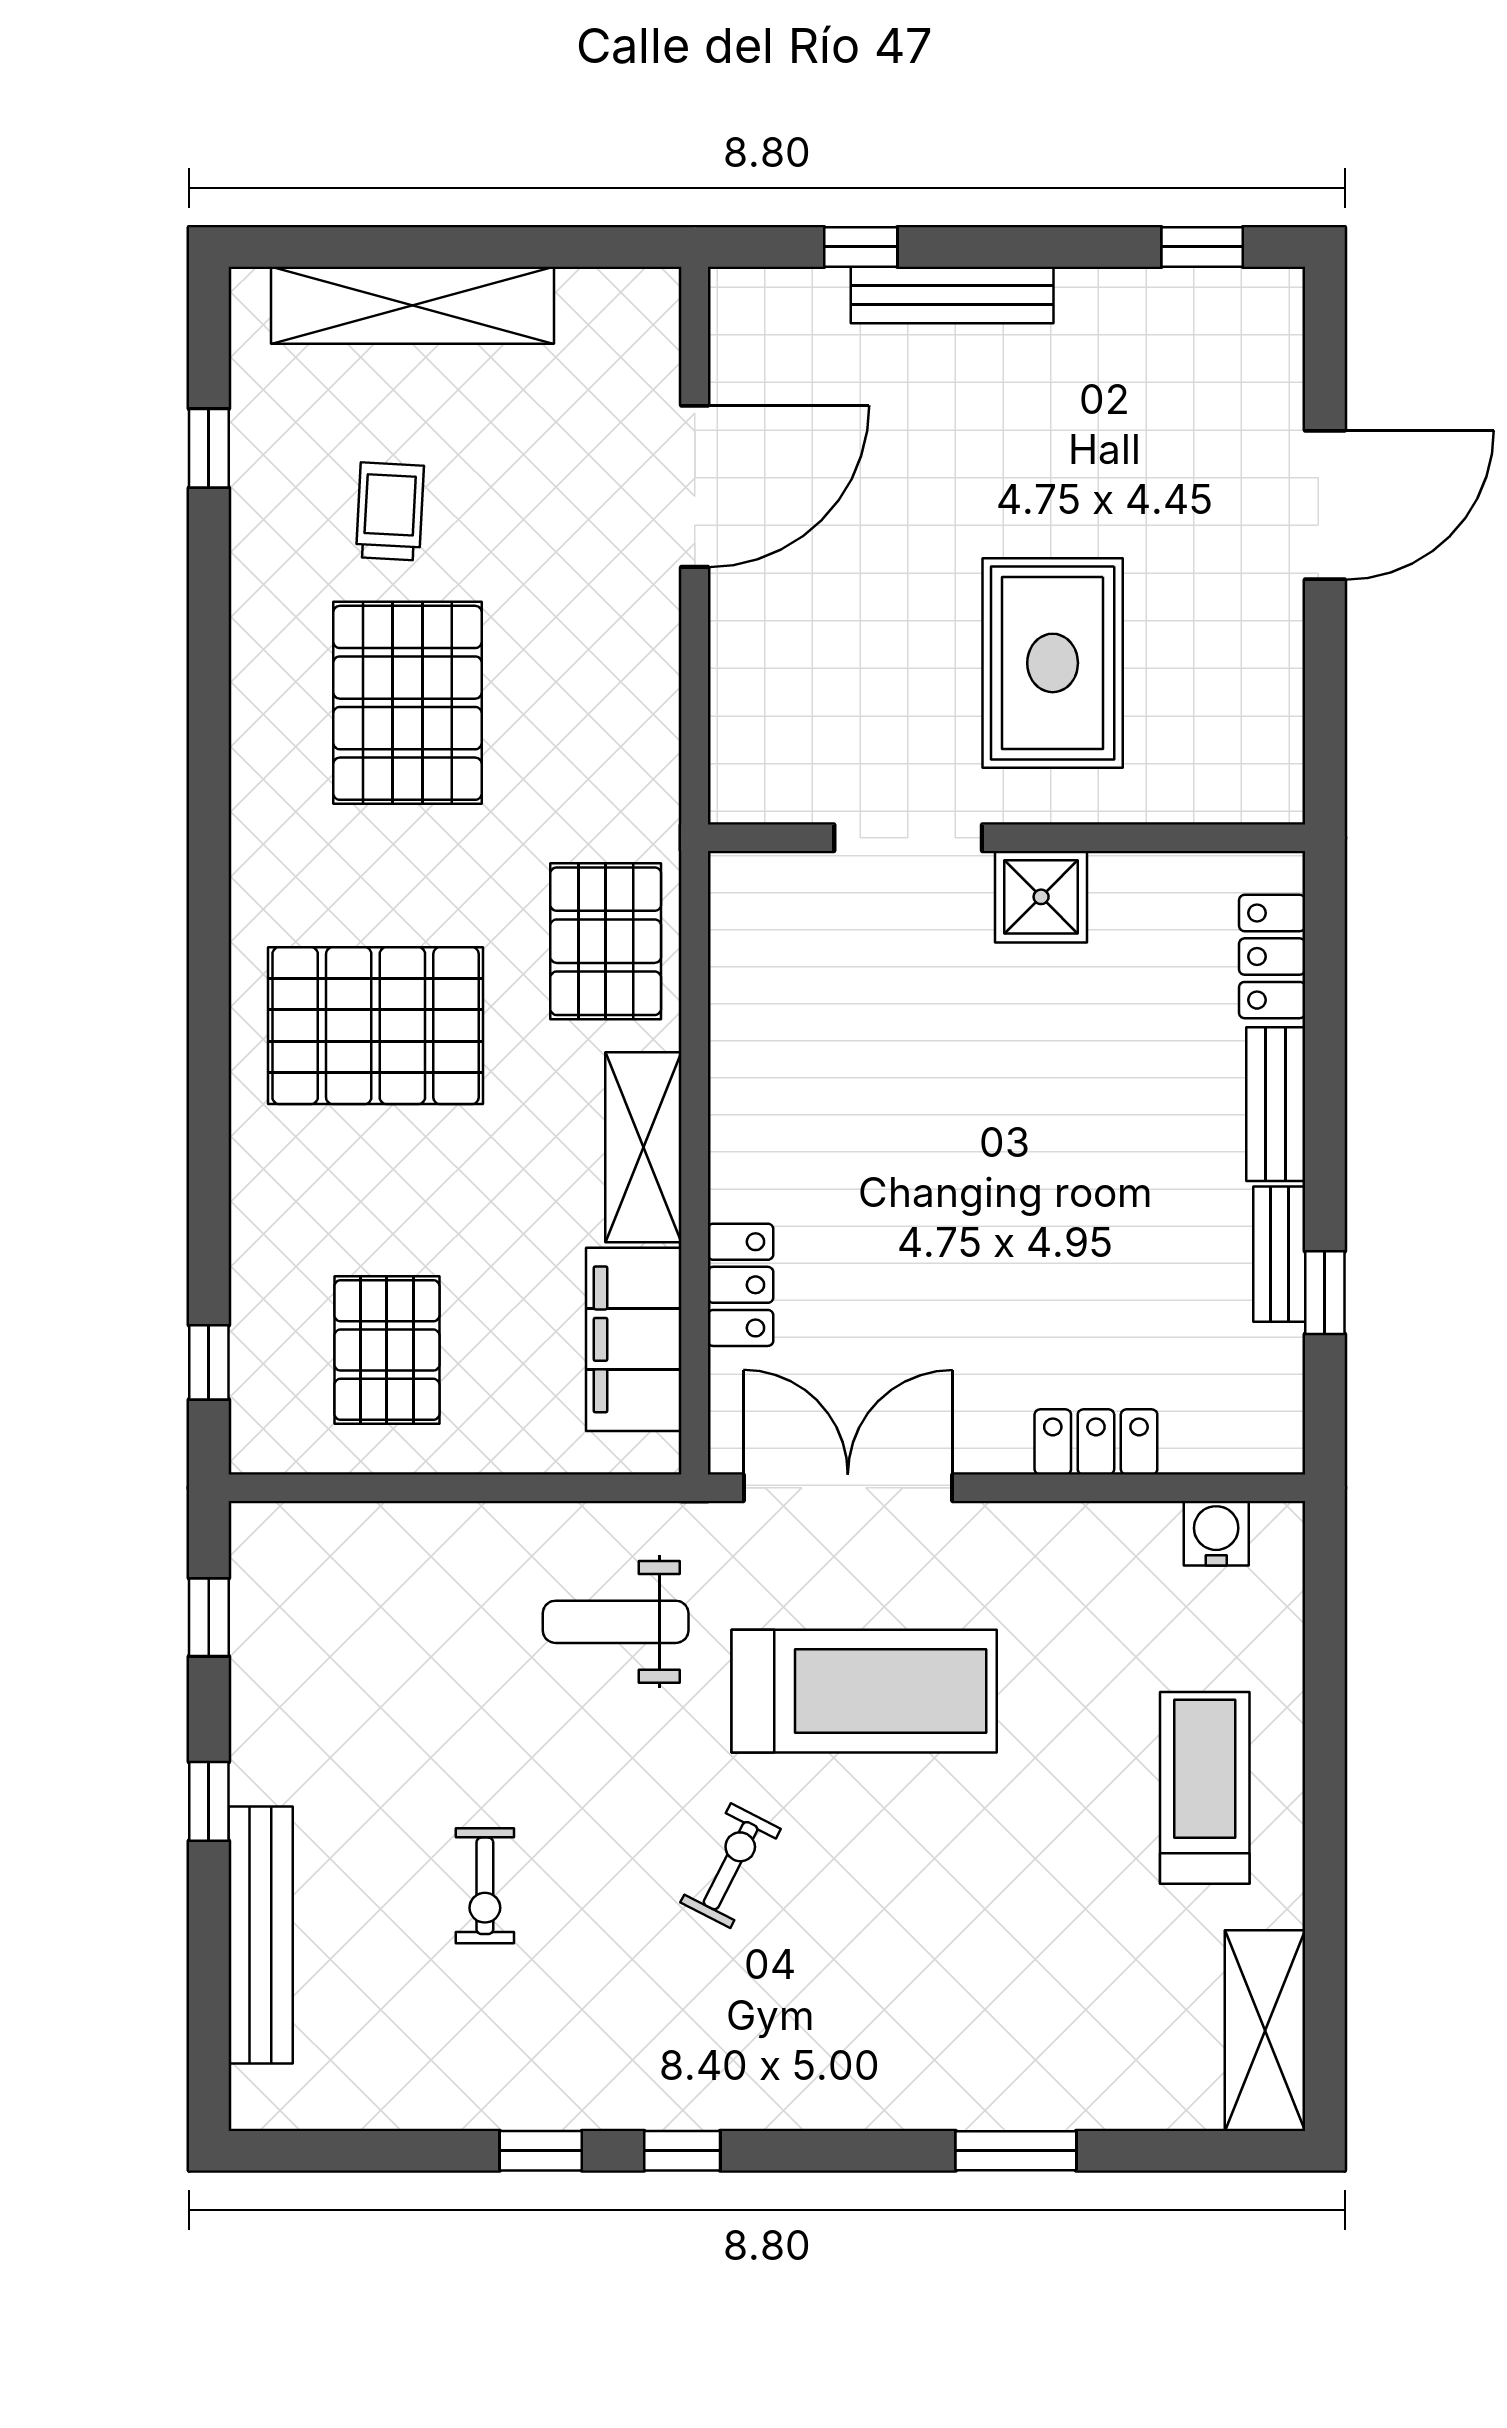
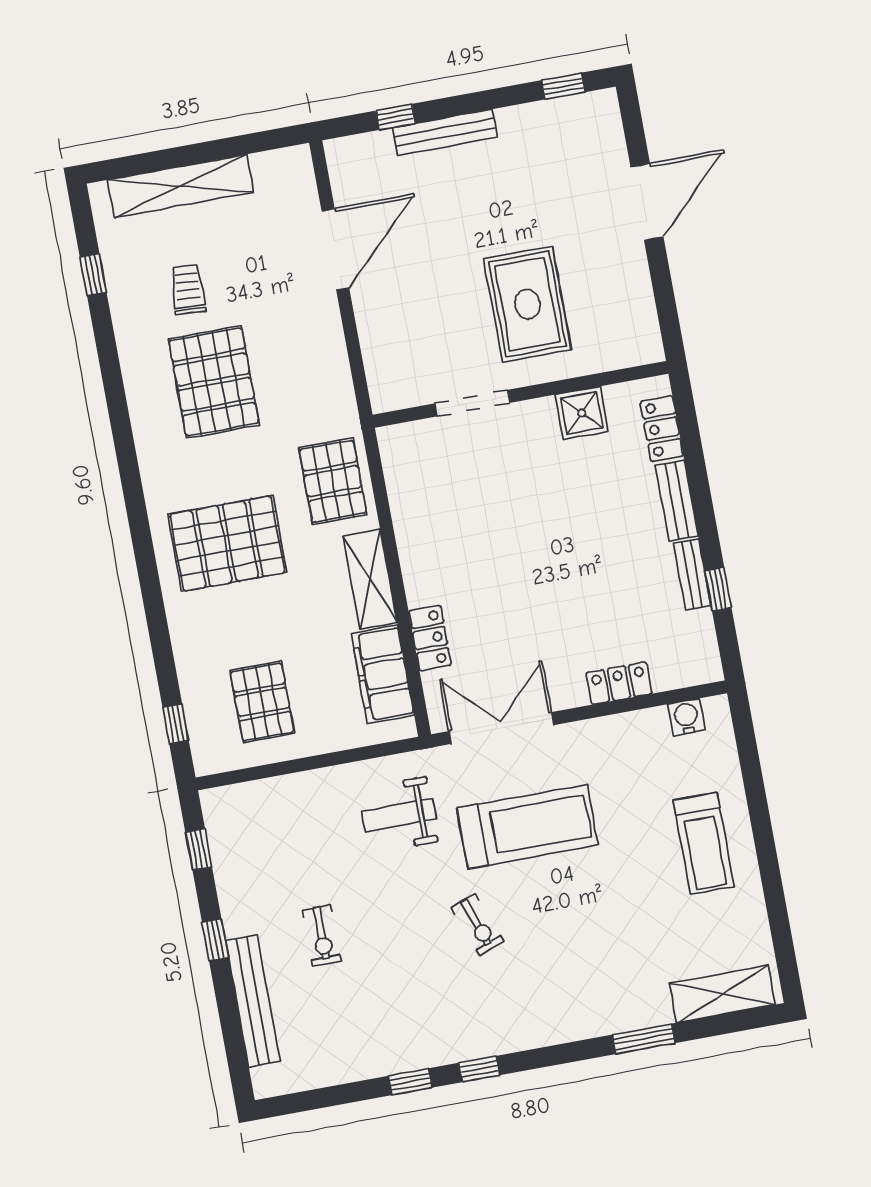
shower: (1041, 897) -> (582, 413), moved
treadmill: (1205, 1788) -> (704, 843), turned 180
exercise bike: (731, 1866) -> (478, 924), turned 133
exercise bike: (485, 1886) -> (322, 936), moved
shelving: (1265, 2031) -> (723, 994), moved, turned 90

